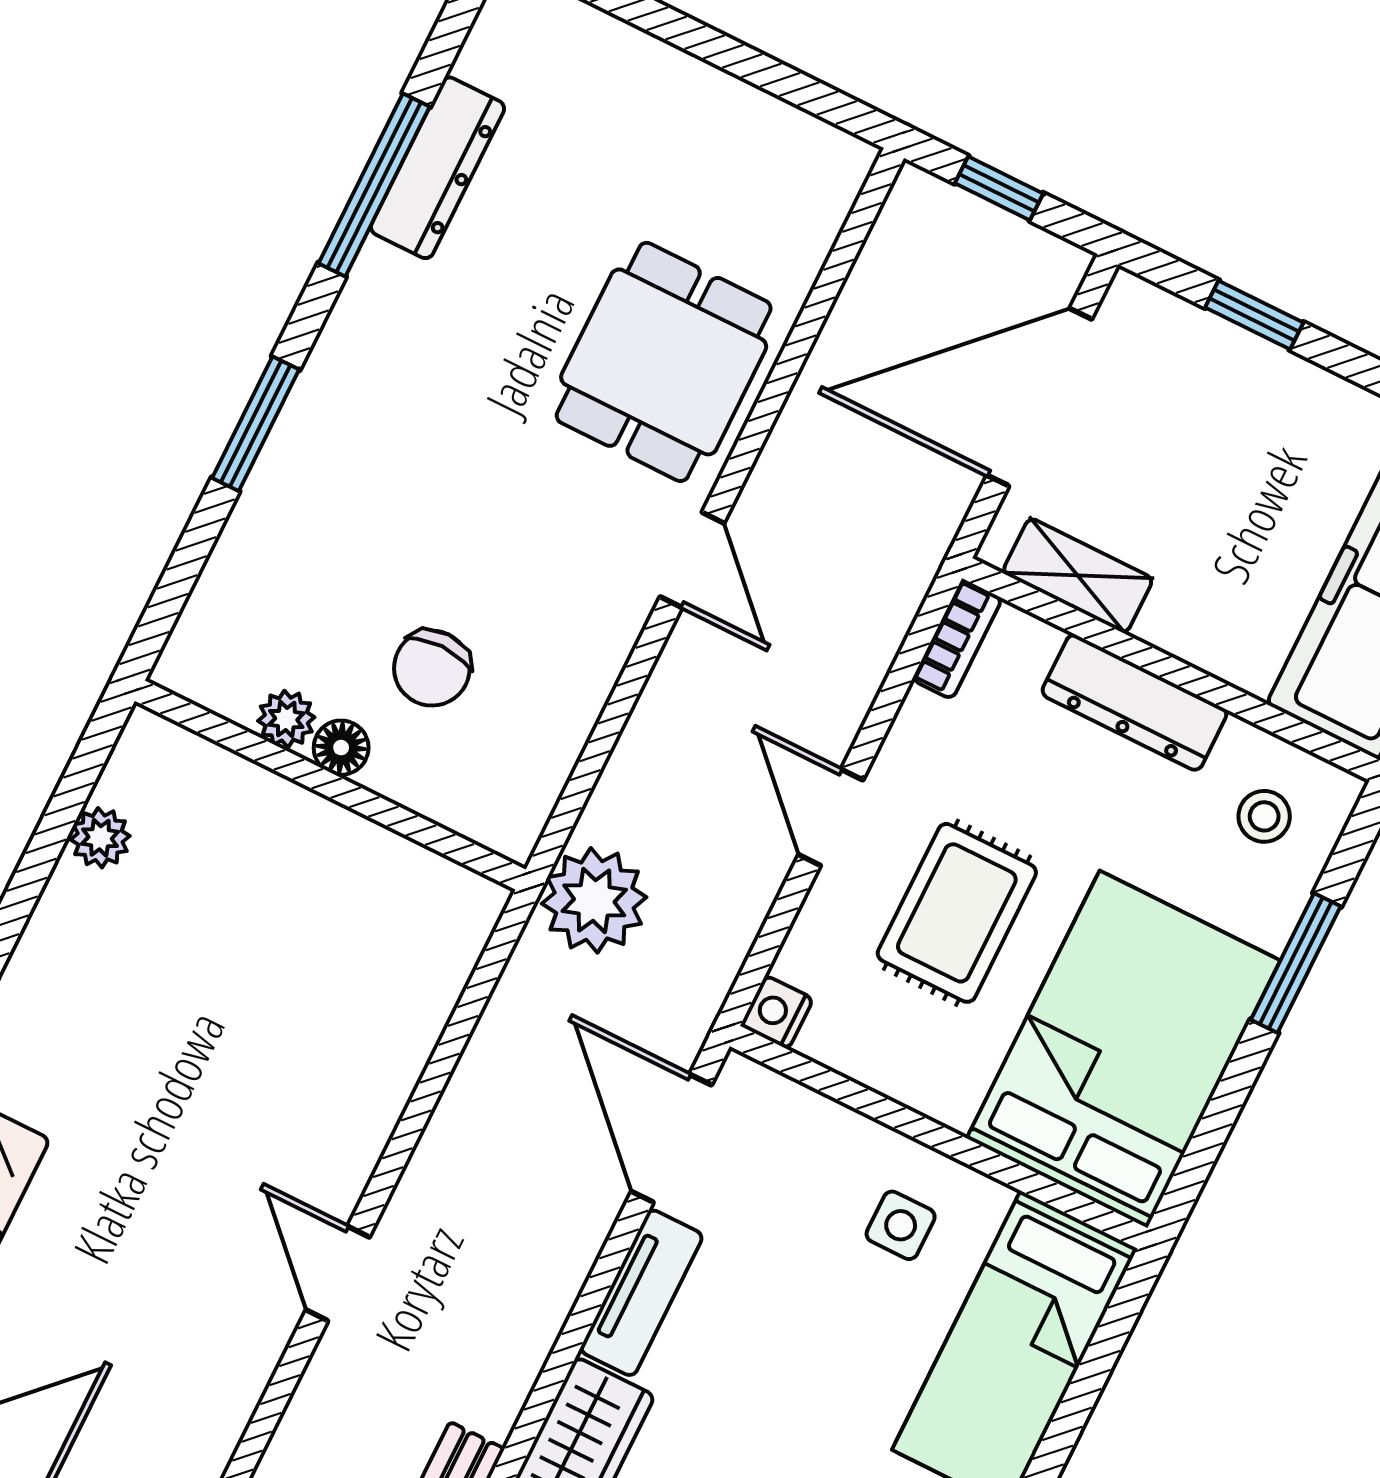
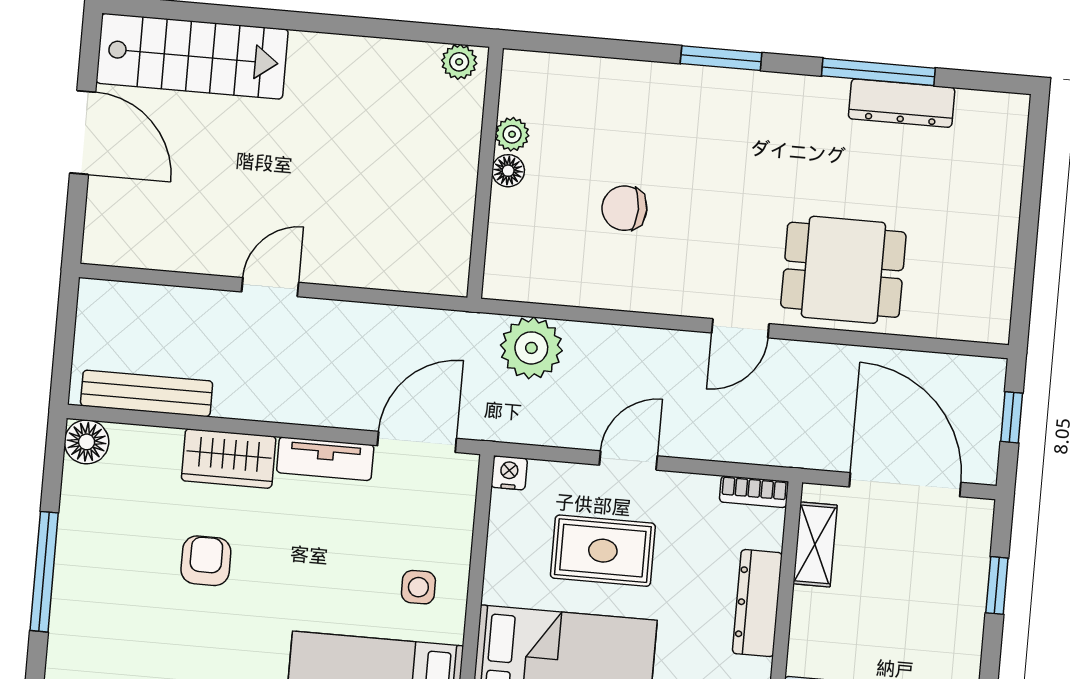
plant: (286, 719) -> (512, 134), moved
floor lamp: (341, 748) -> (508, 171), moved
wall: (330, 785) -> (485, 173), moved

